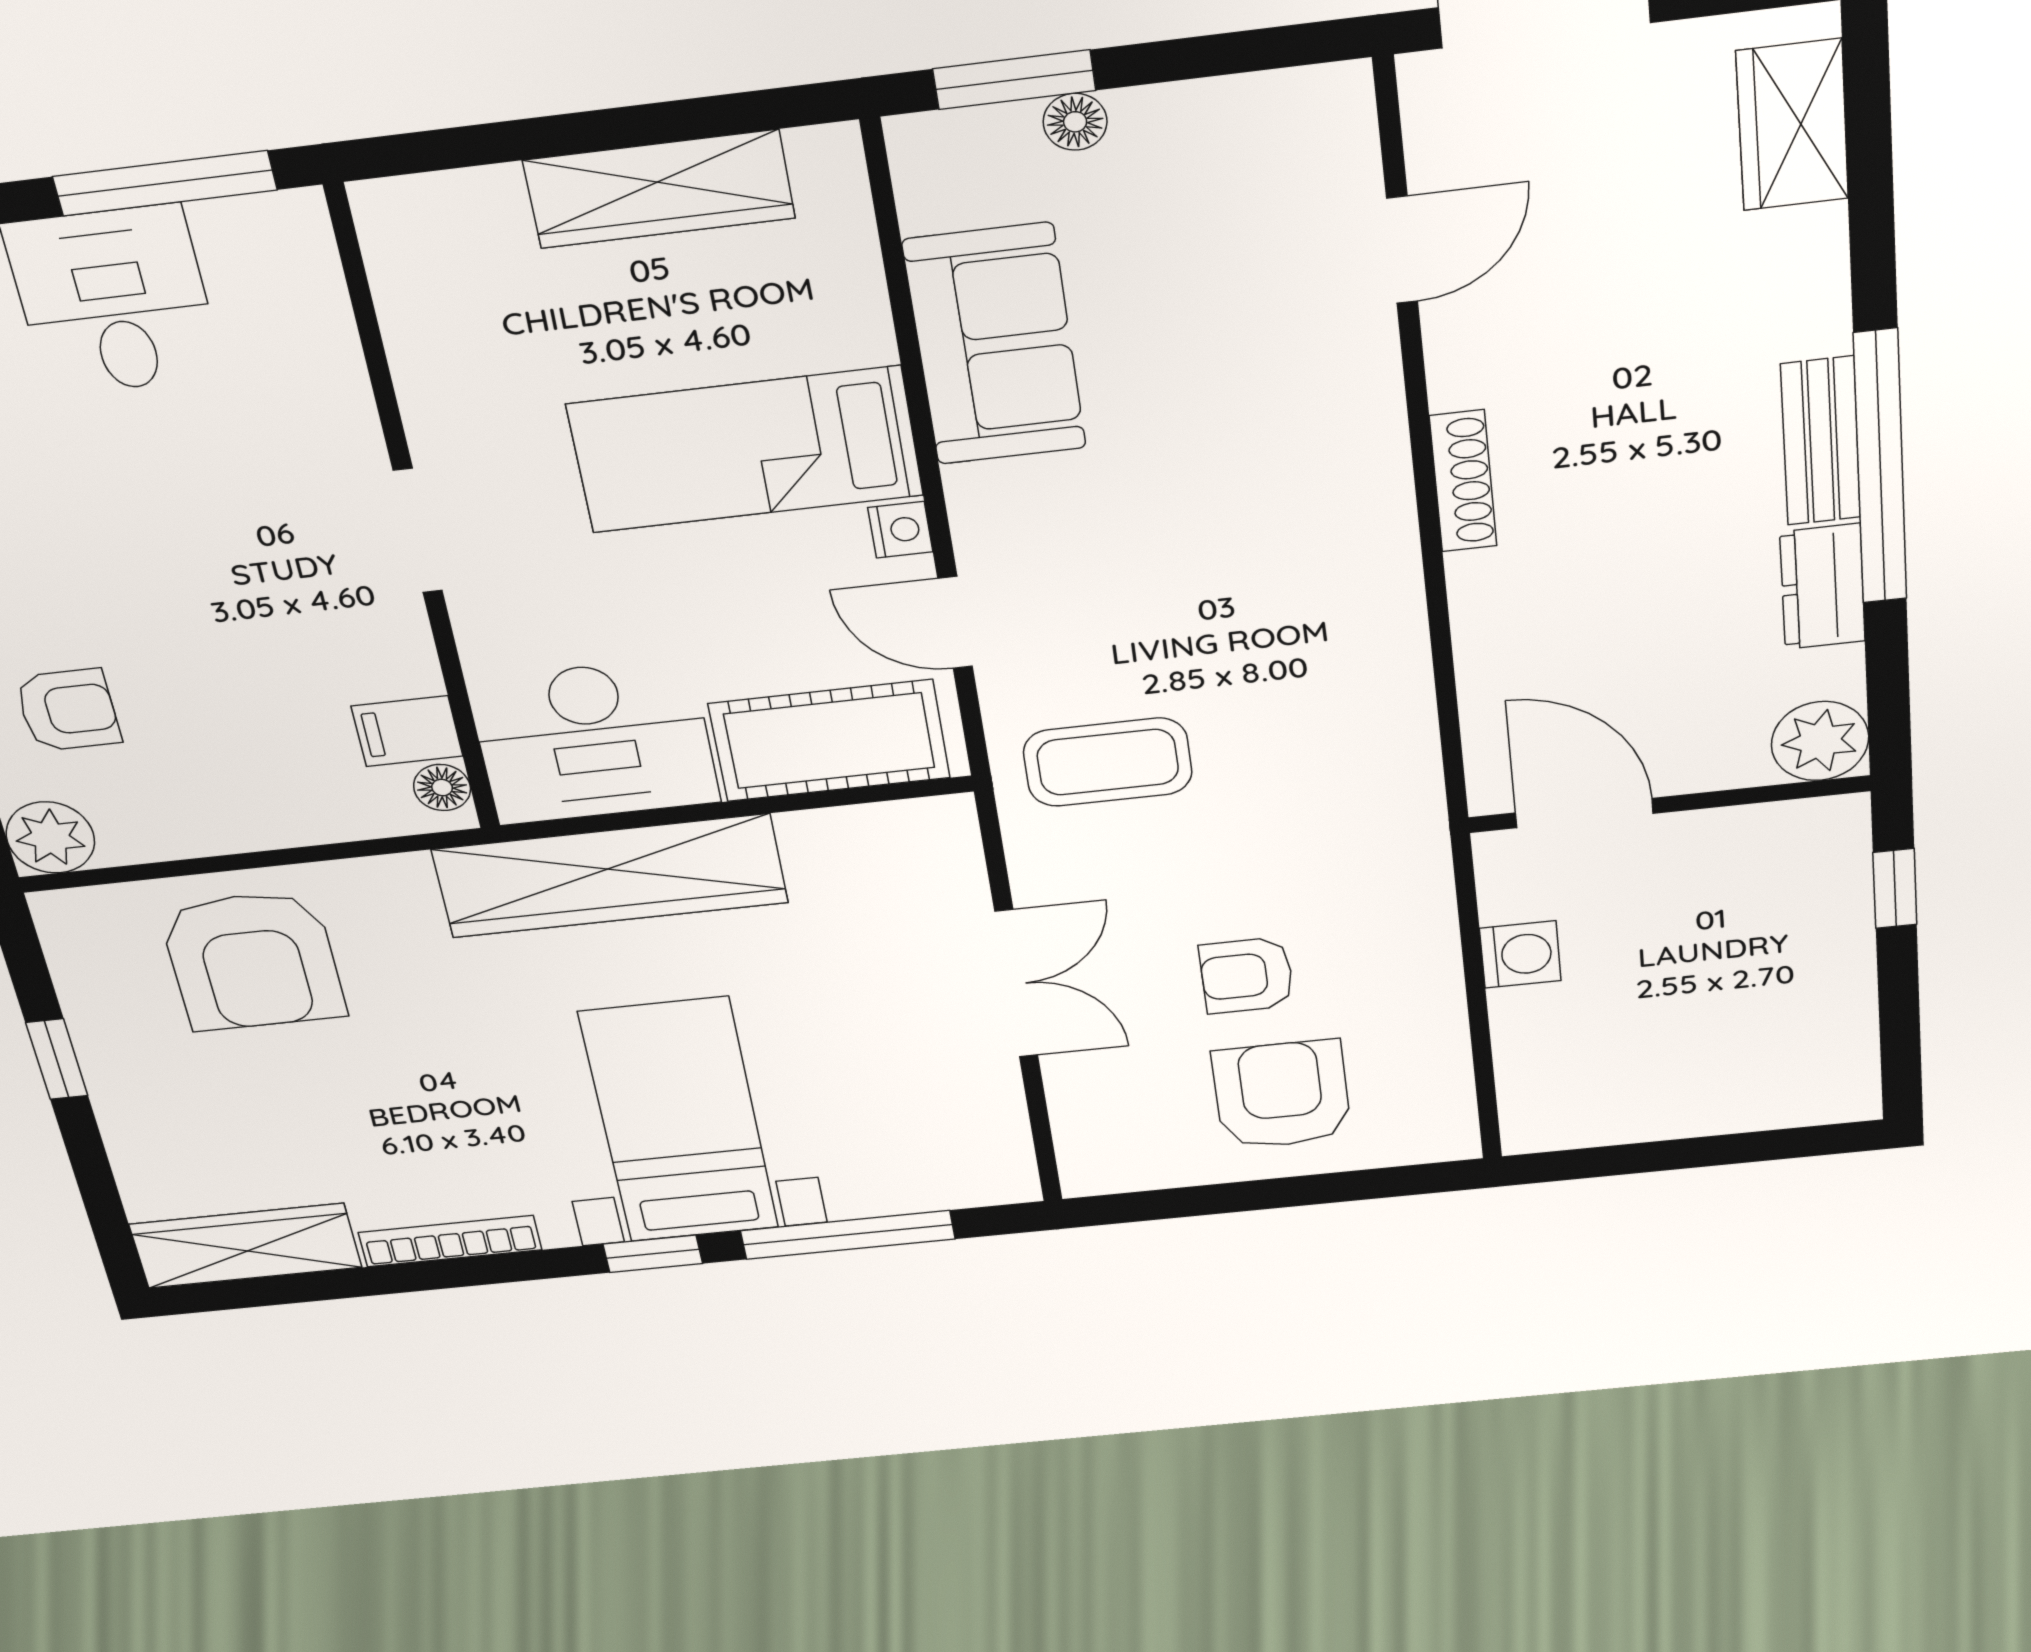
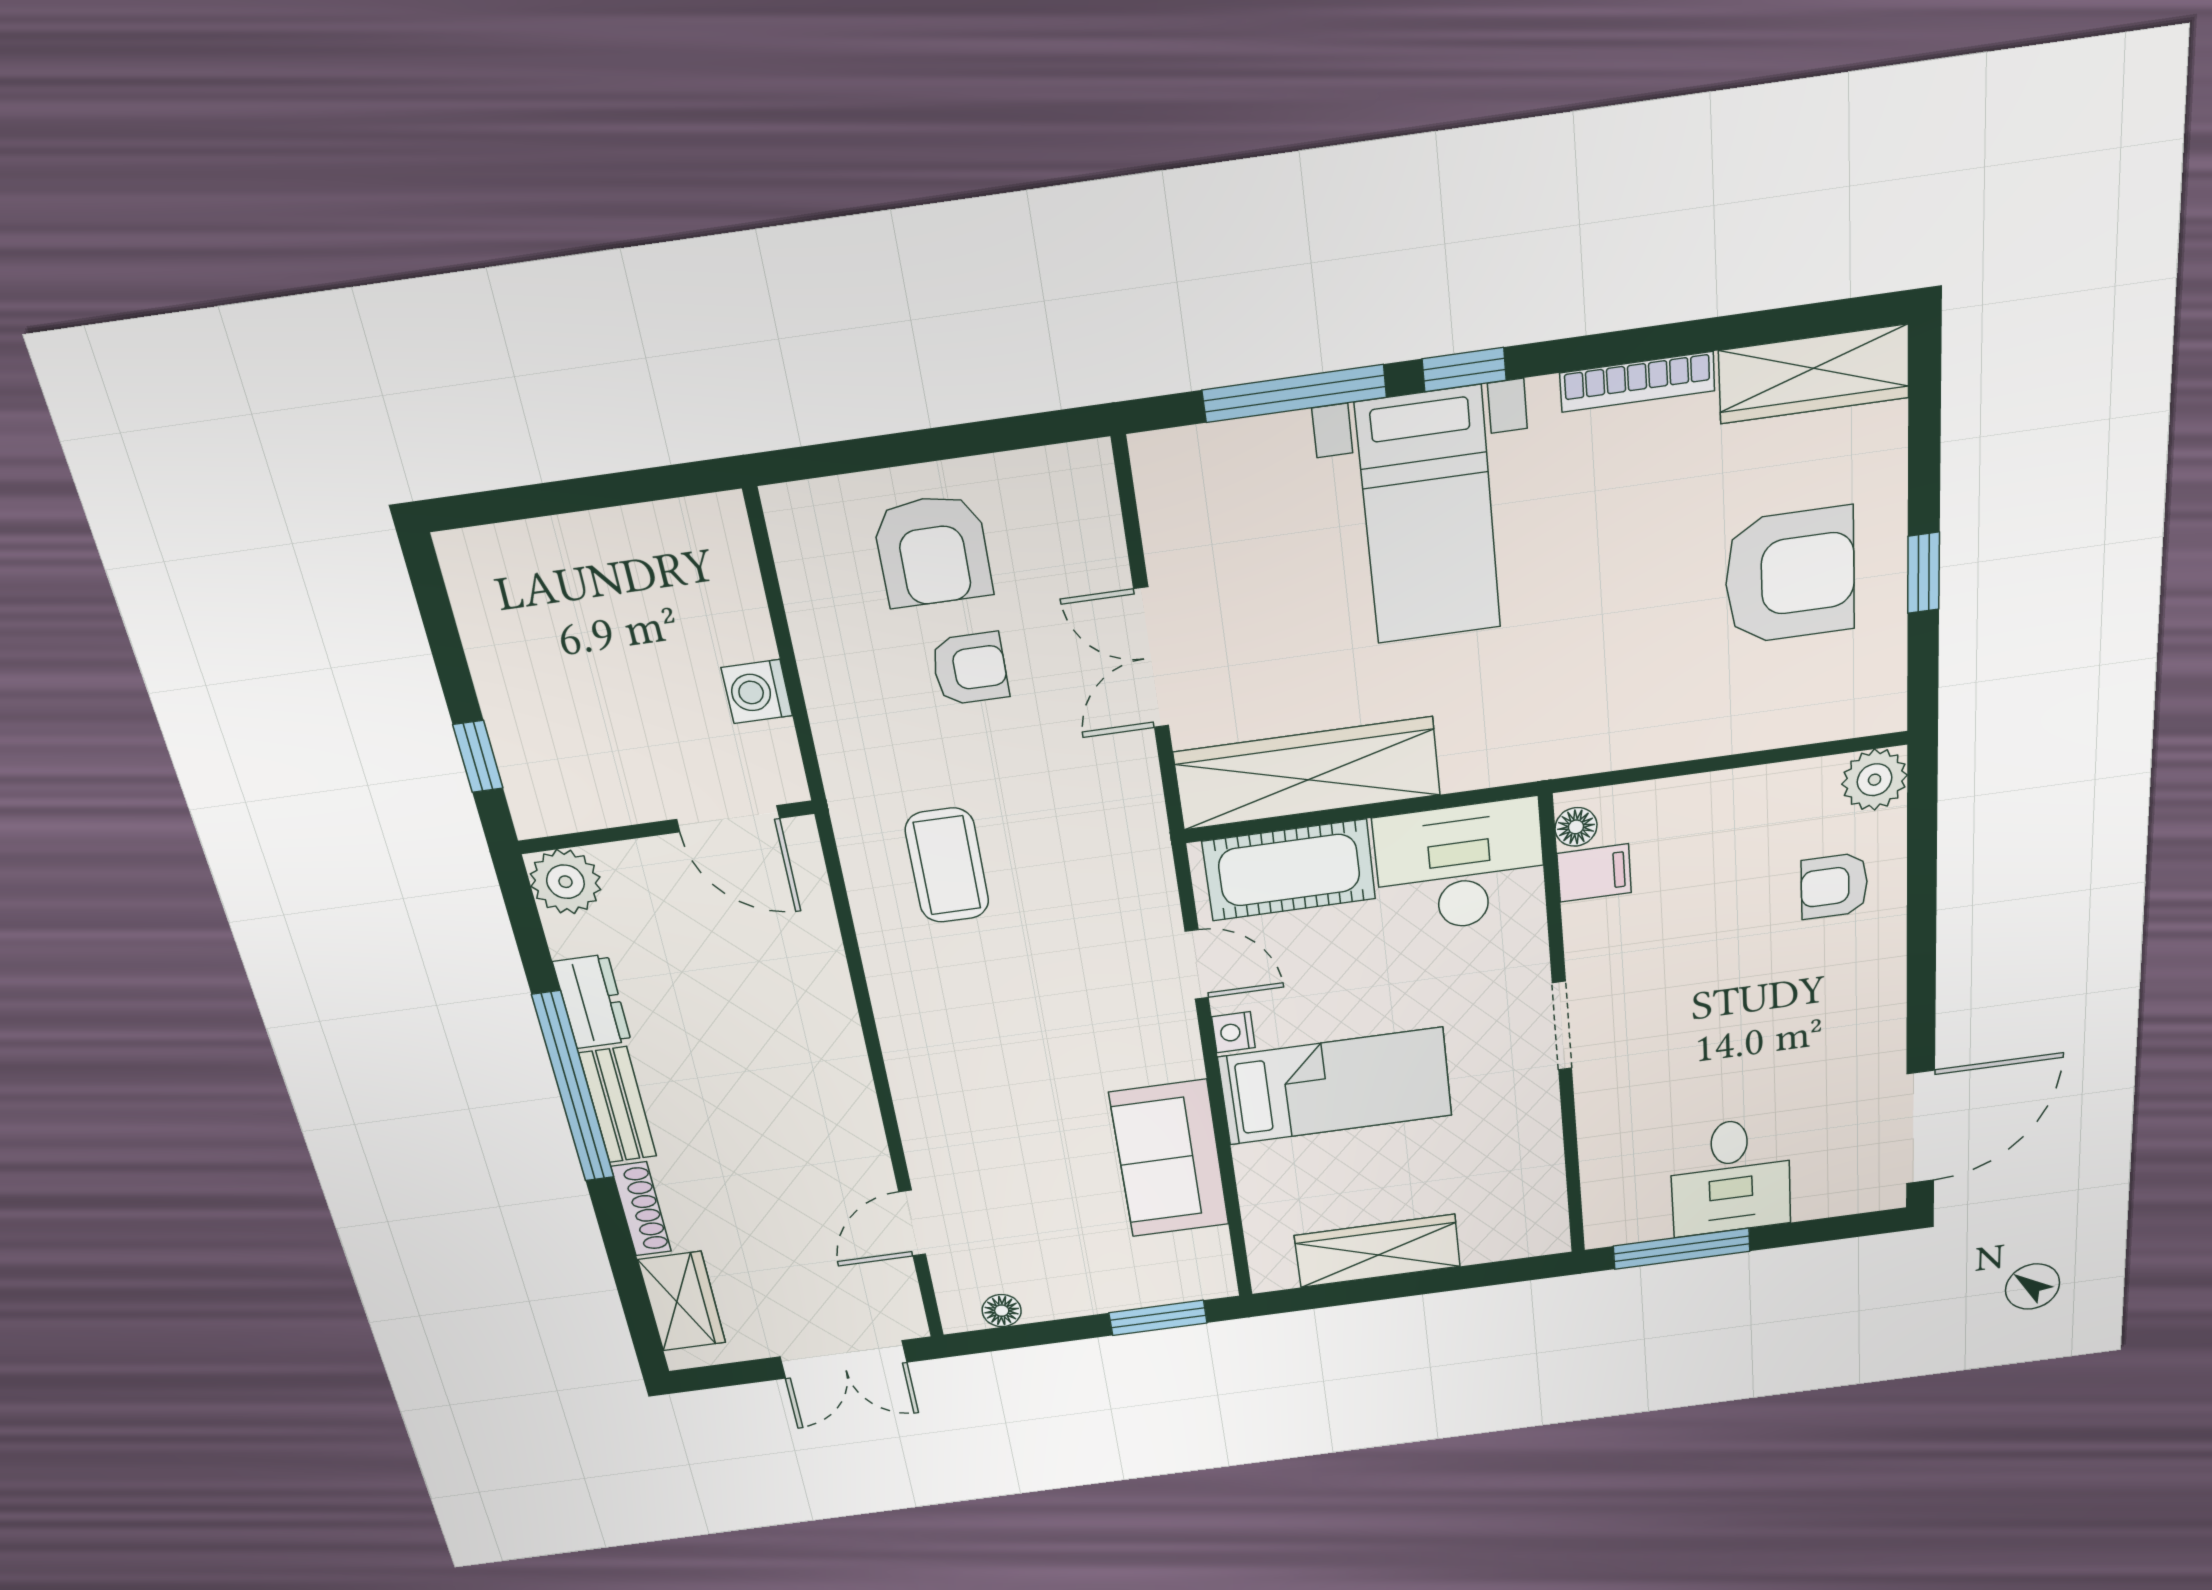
floor lamp: (1075, 122) -> (1002, 1311), moved
shoe rack: (1463, 481) -> (641, 1209), moved, turned 180
coffee table: (1108, 762) -> (947, 865), moved, turned 90
wardrobe: (610, 876) -> (1307, 774), moved
armchair: (253, 961) -> (1790, 576), moved, turned 90

